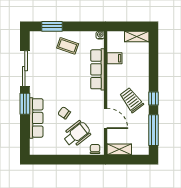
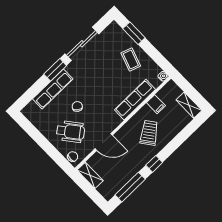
trolley: (131, 100) -> (149, 133), moved
door: (106, 118) -> (104, 142), hinge flipped

